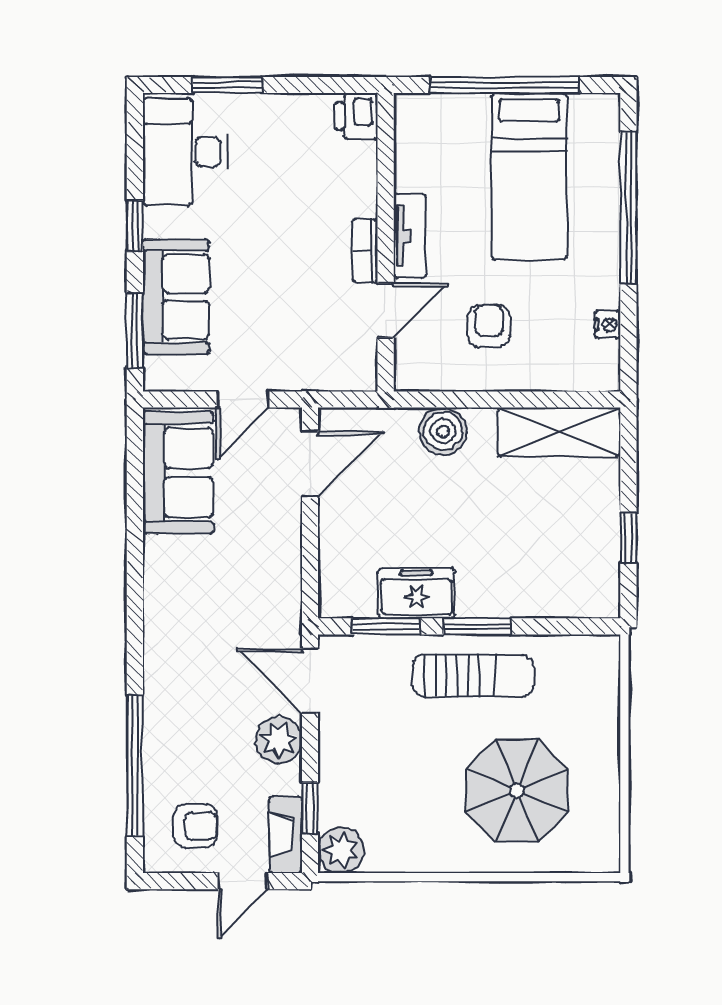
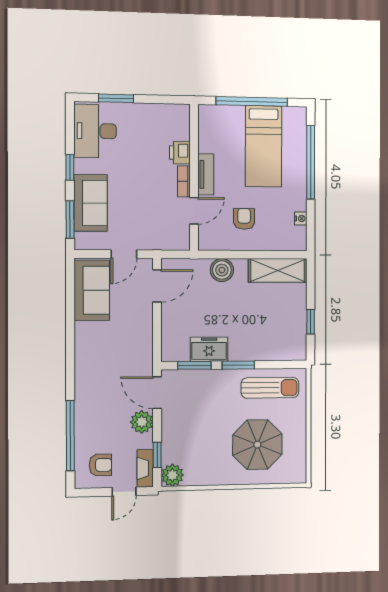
printer: (357, 116) -> (180, 153), moved
sun lounger: (473, 676) -> (270, 388), moved

